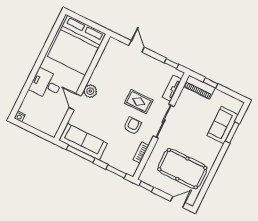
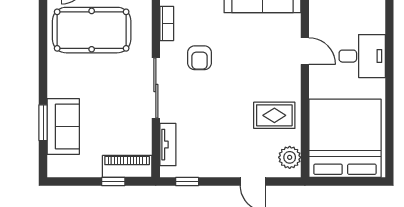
plant: (90, 91) -> (290, 157), moved
rug: (139, 102) -> (274, 115), moved

